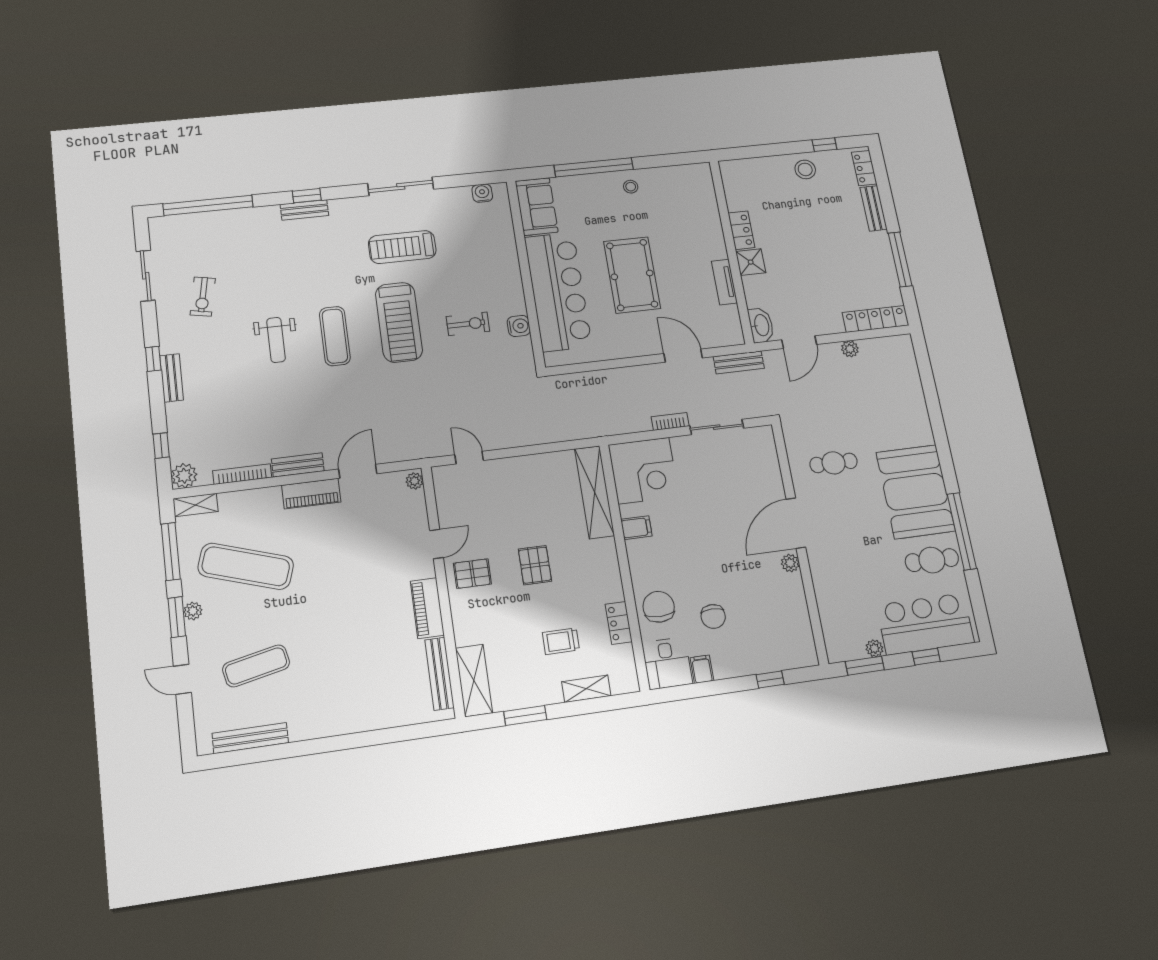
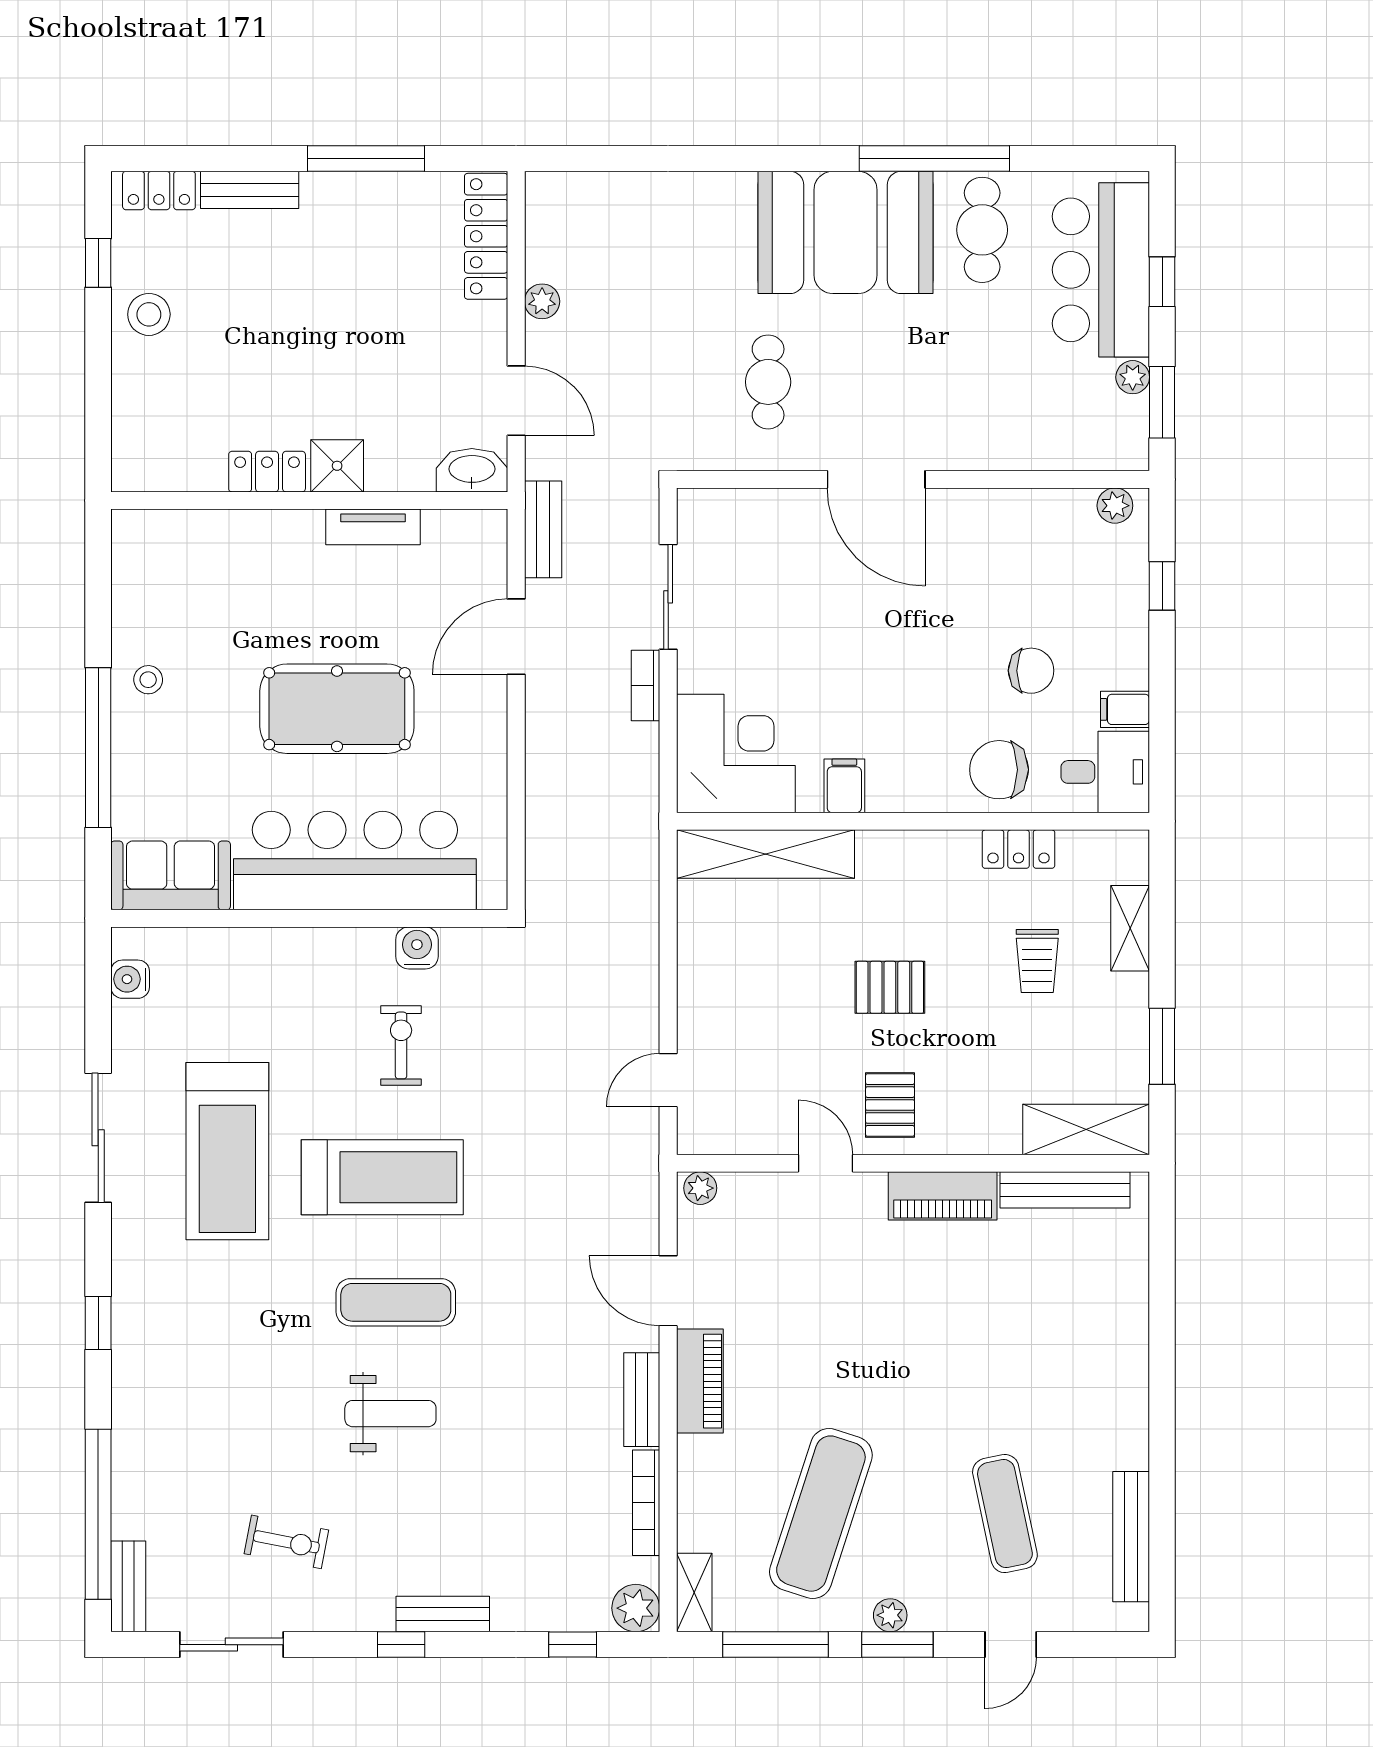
bench: (304, 210) -> (128, 1586), moved
treadmill: (402, 247) -> (227, 1151), width x1.37, depth x1.38
plant: (790, 563) -> (1115, 506), moved

